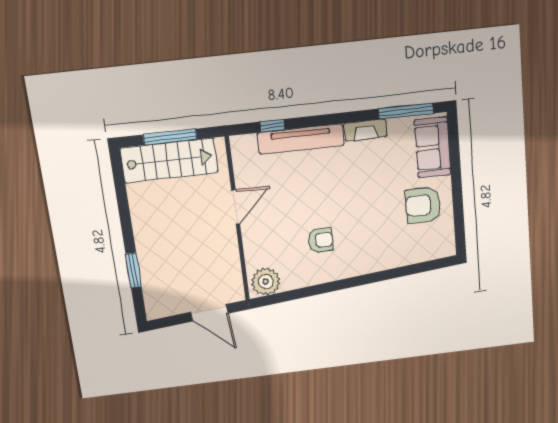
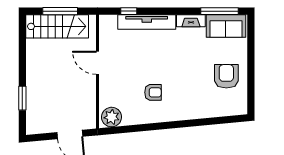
sofa: (433, 147) -> (226, 26), moved, turned -90
armchair: (423, 205) -> (226, 76), turned 90
door: (236, 207) -> (97, 63), swing flipped

